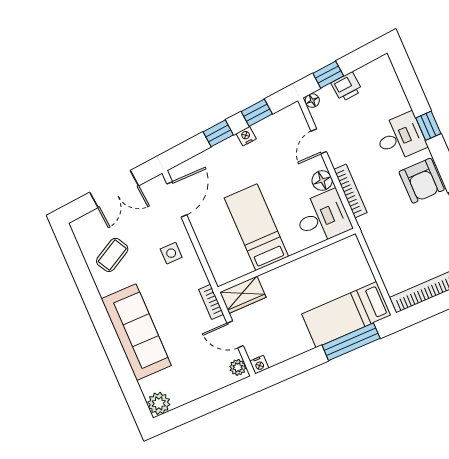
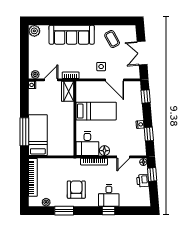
window: (218, 133) -> (146, 96), moved
door: (319, 141) -> (123, 157), swing flipped
armchair: (422, 181) -> (76, 190), moved, turned 90
door: (177, 199) -> (115, 80), moved

